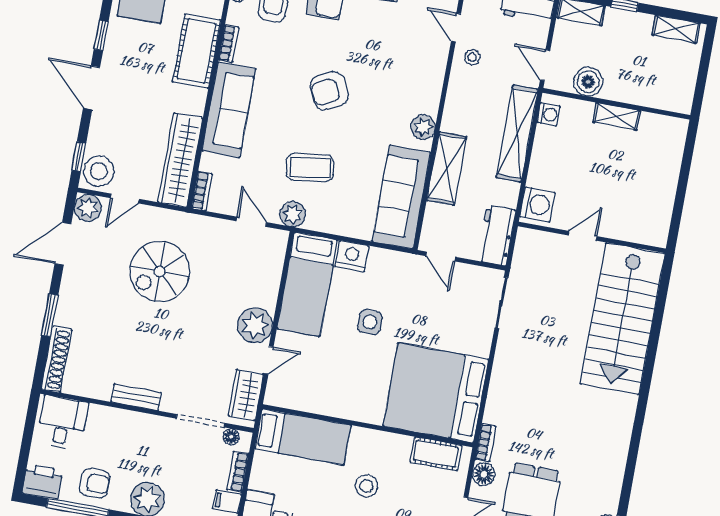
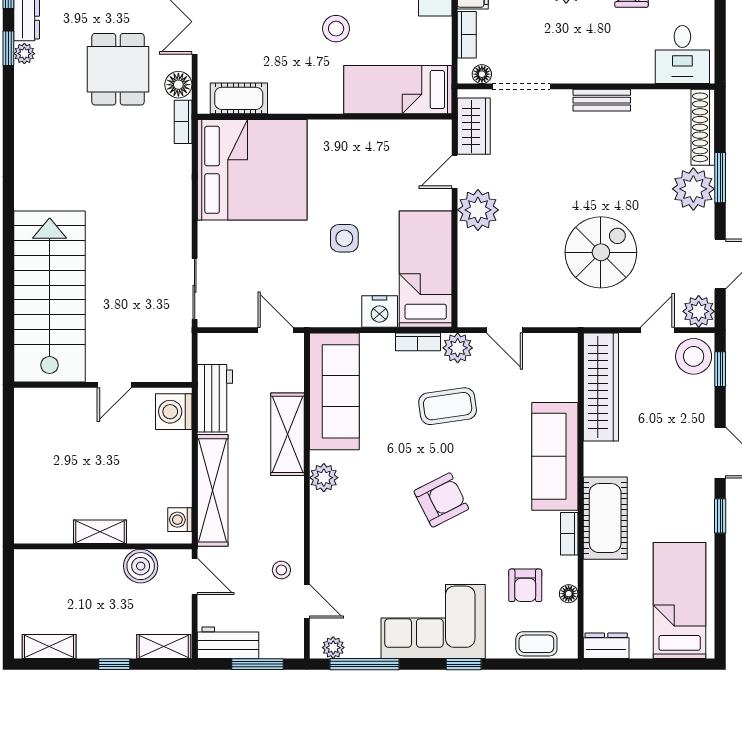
bookcase: (202, 191) -> (418, 342), moved, turned -90
workbench: (496, 235) -> (215, 398), moved
plant: (74, 310) -> (693, 189), added
stool: (367, 486) -> (336, 29), moved

